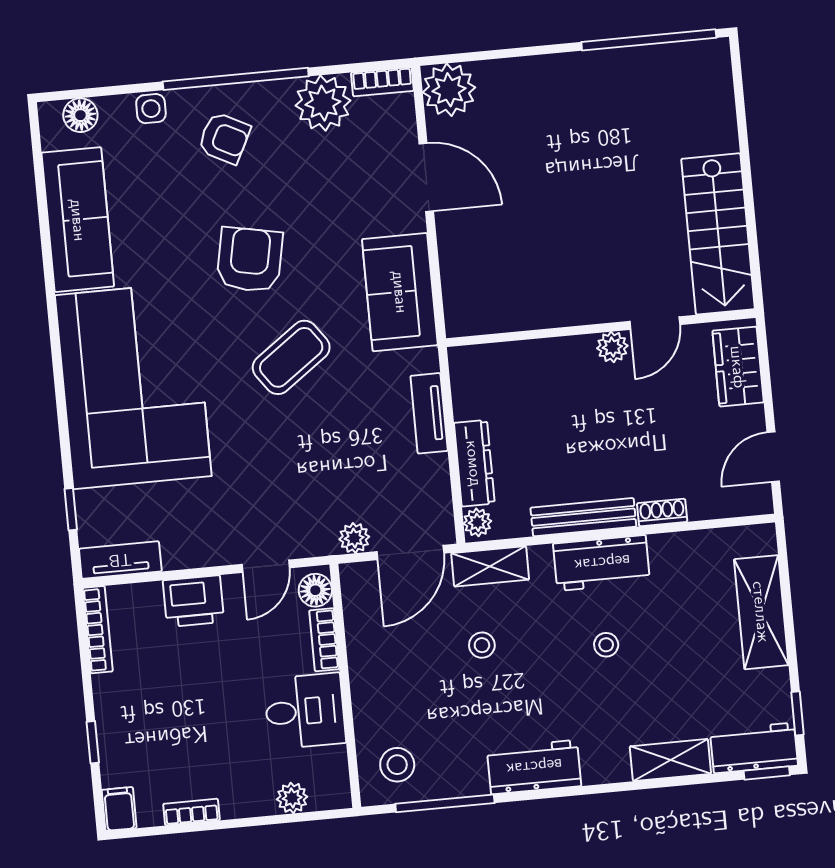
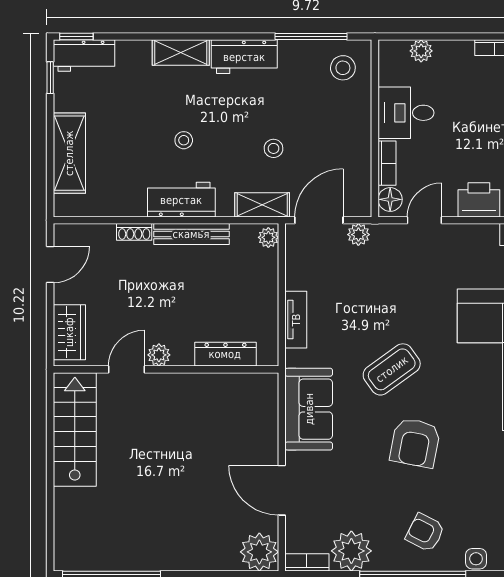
dresser: (474, 463) -> (225, 354), moved, turned 90
shelving: (670, 760) -> (181, 53), moved

